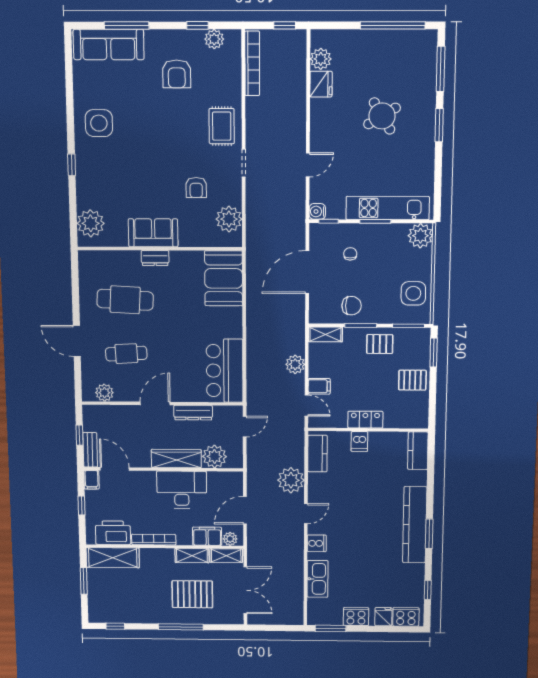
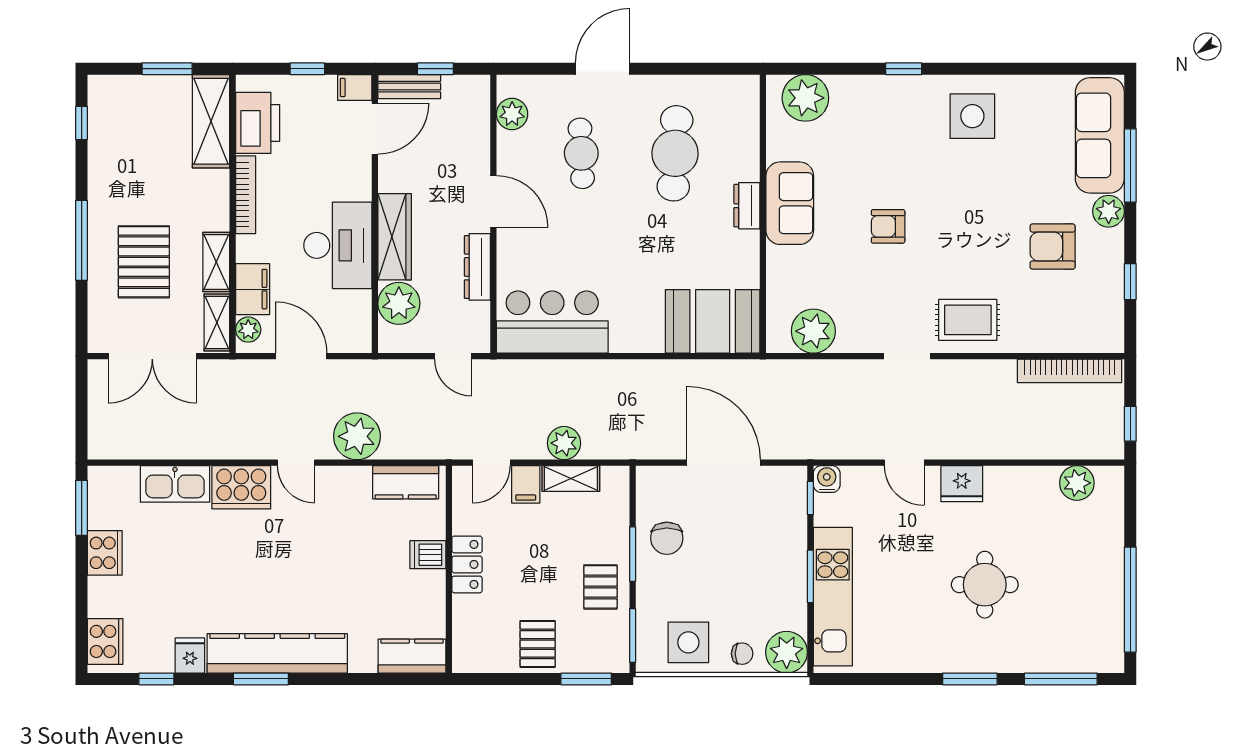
plant: (214, 39) -> (1109, 211), moved
fridge: (321, 84) -> (962, 484), moved
round table: (382, 116) -> (985, 585), turned 31
armchair: (196, 188) -> (888, 226), moved
chair: (350, 254) -> (742, 654), moved
shelving: (325, 334) -> (571, 479), moved, turned 90
cooker: (317, 543) -> (241, 487), width x1.87, depth x1.31
fridge: (383, 617) -> (190, 655), moved, turned -90

